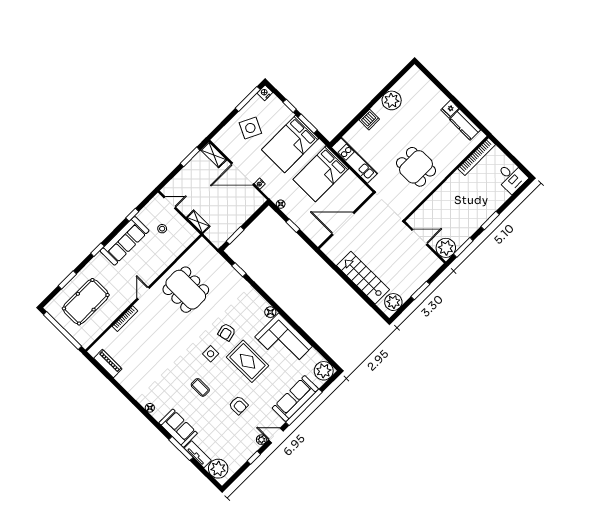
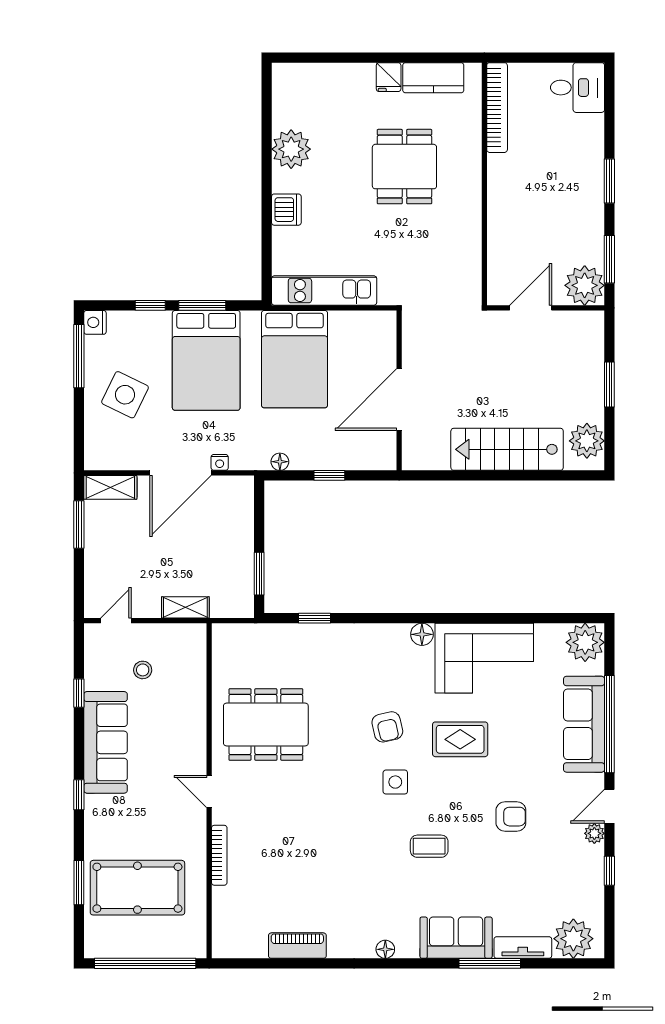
dining table: (416, 167) -> (404, 167), moved, turned 90
pool table: (86, 302) -> (137, 888), turned 90
rug: (248, 361) -> (460, 739), width x0.73, depth x0.70
piano: (108, 363) -> (297, 946), moved

